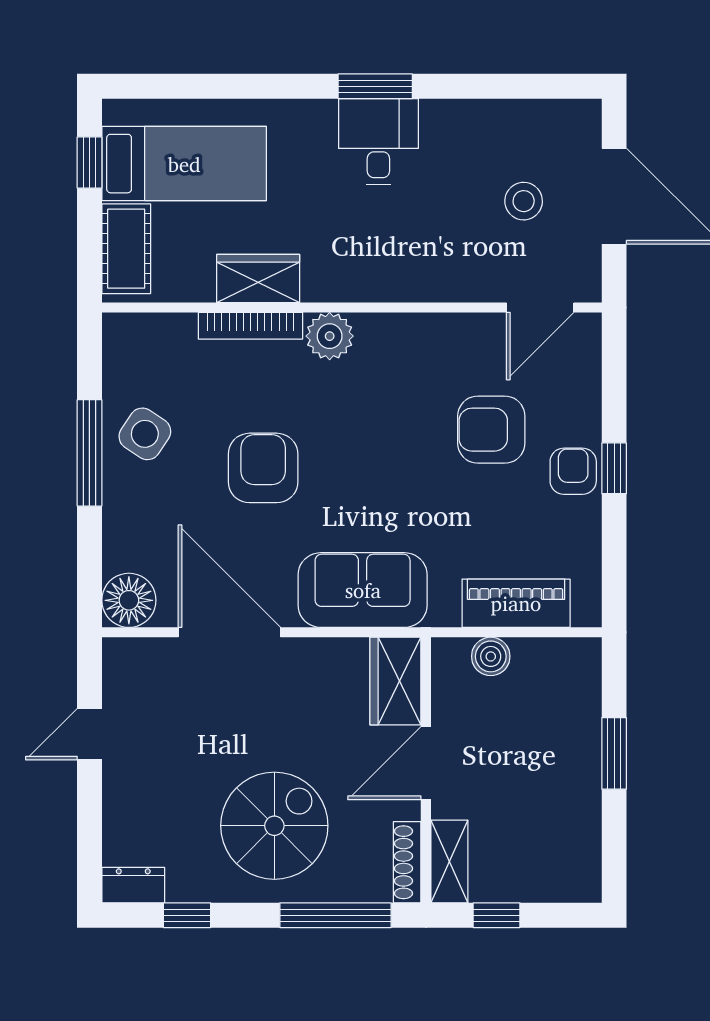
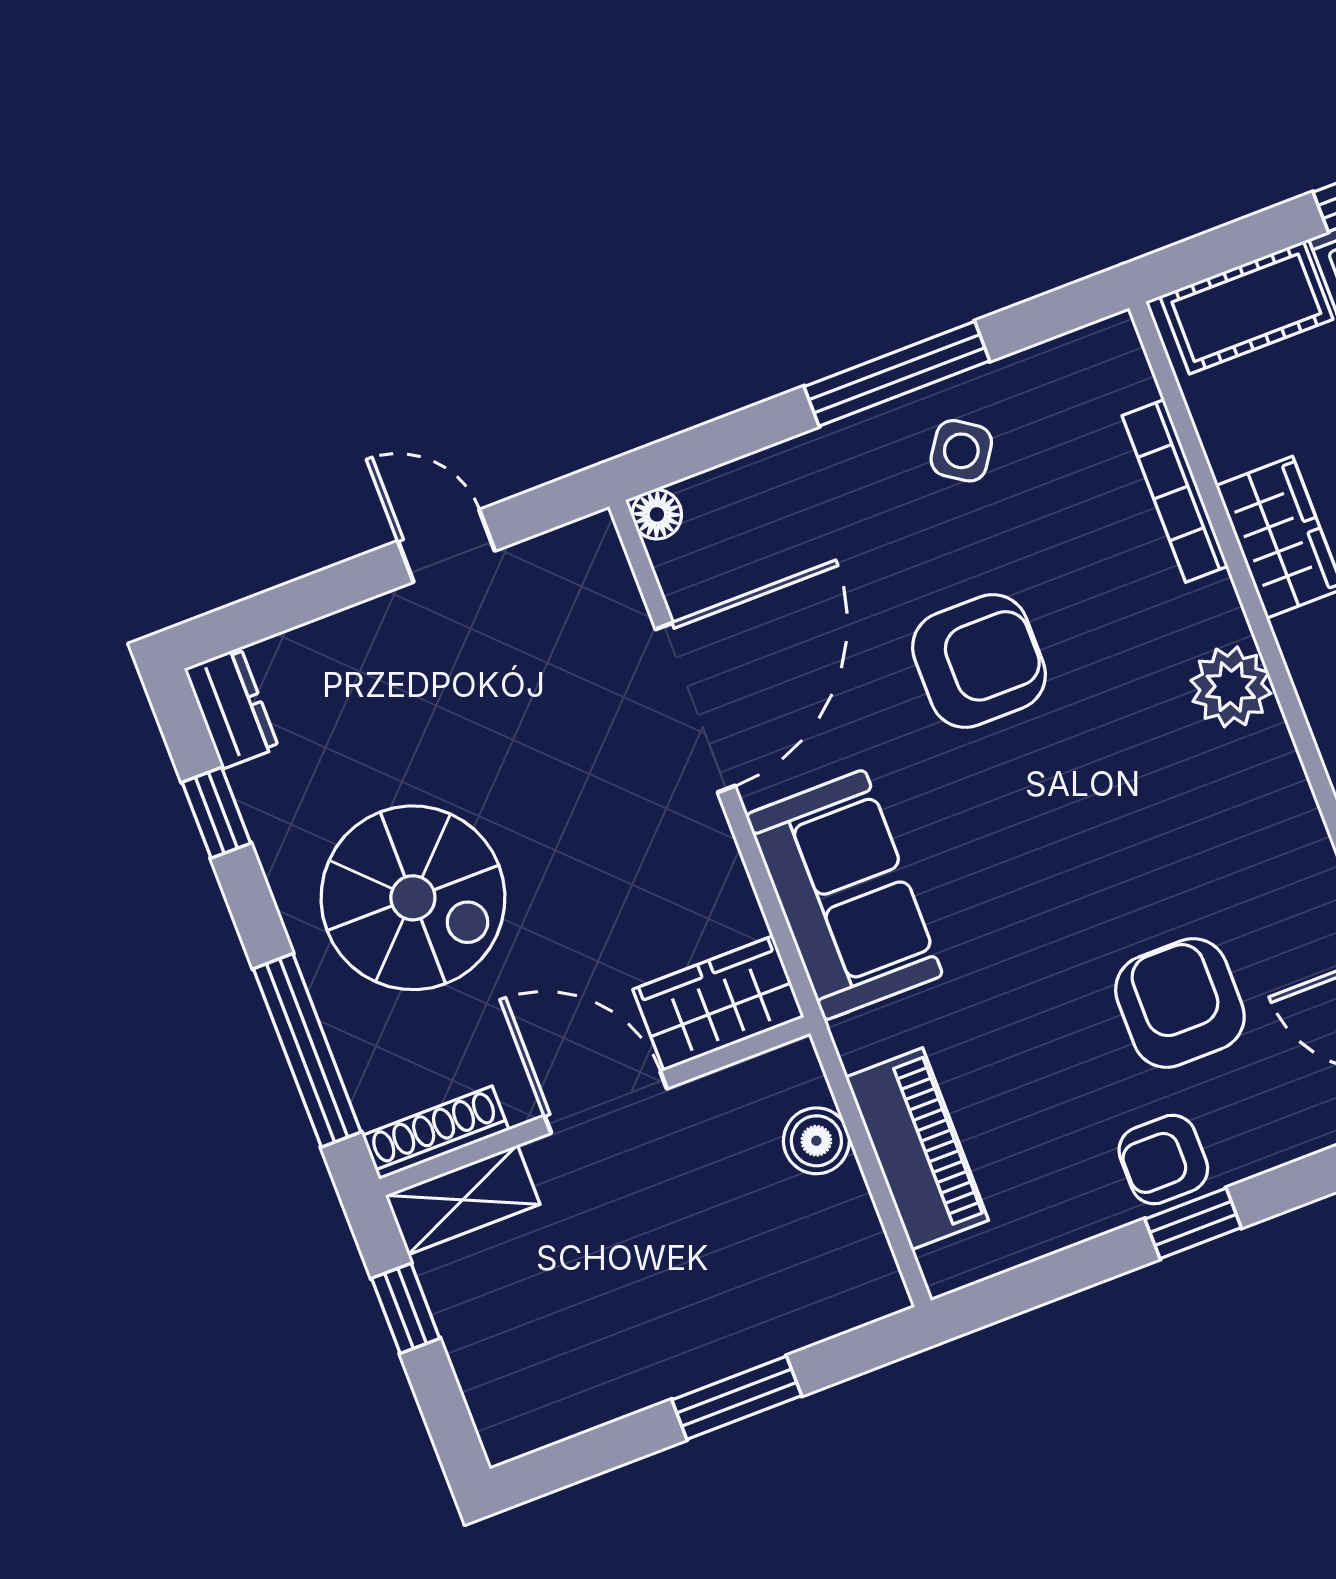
bookcase: (251, 326) -> (1175, 491), moved
side table: (145, 434) -> (961, 451), width x0.73, depth x0.73
armchair: (573, 471) -> (1163, 1159), turned 180
floor lamp: (129, 600) -> (657, 514), width x0.53, depth x0.53

